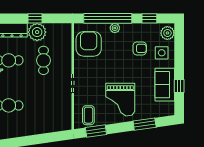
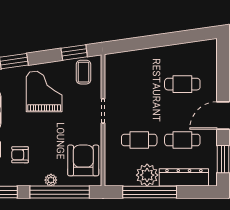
window: (35, 18) -> (150, 192), width x3.17
armchair: (89, 44) -> (83, 160), turned 180
cafe table: (43, 60) -> (139, 140), turned 90

